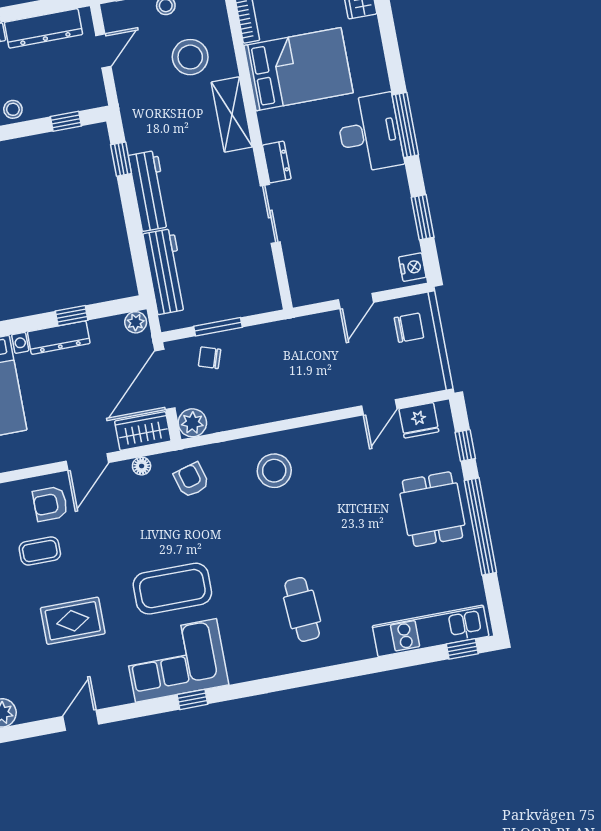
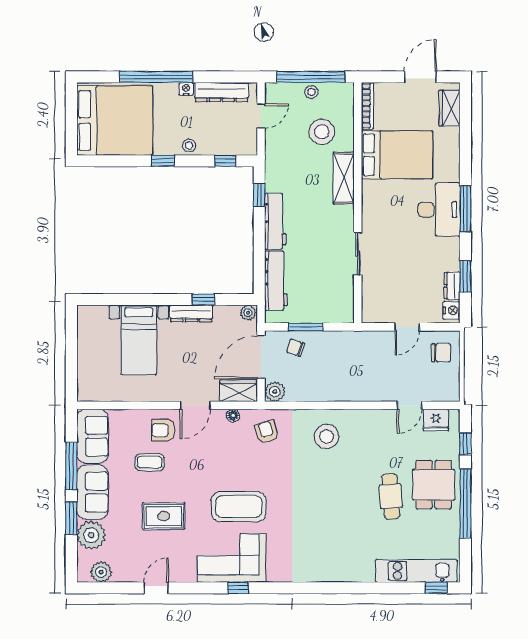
dresser: (277, 162) -> (452, 286), moved, turned 180
cafe table: (302, 609) -> (391, 496), moved

